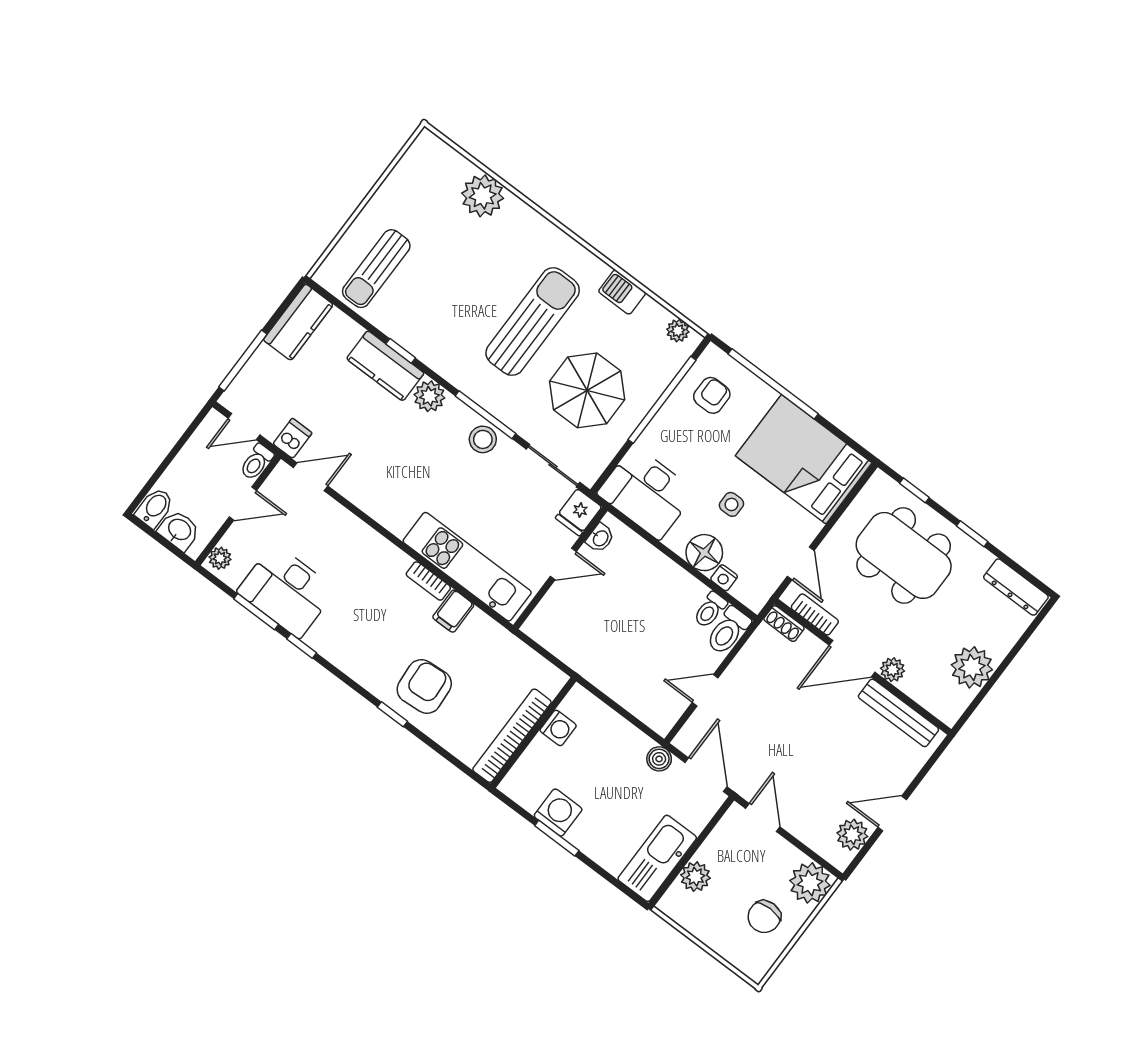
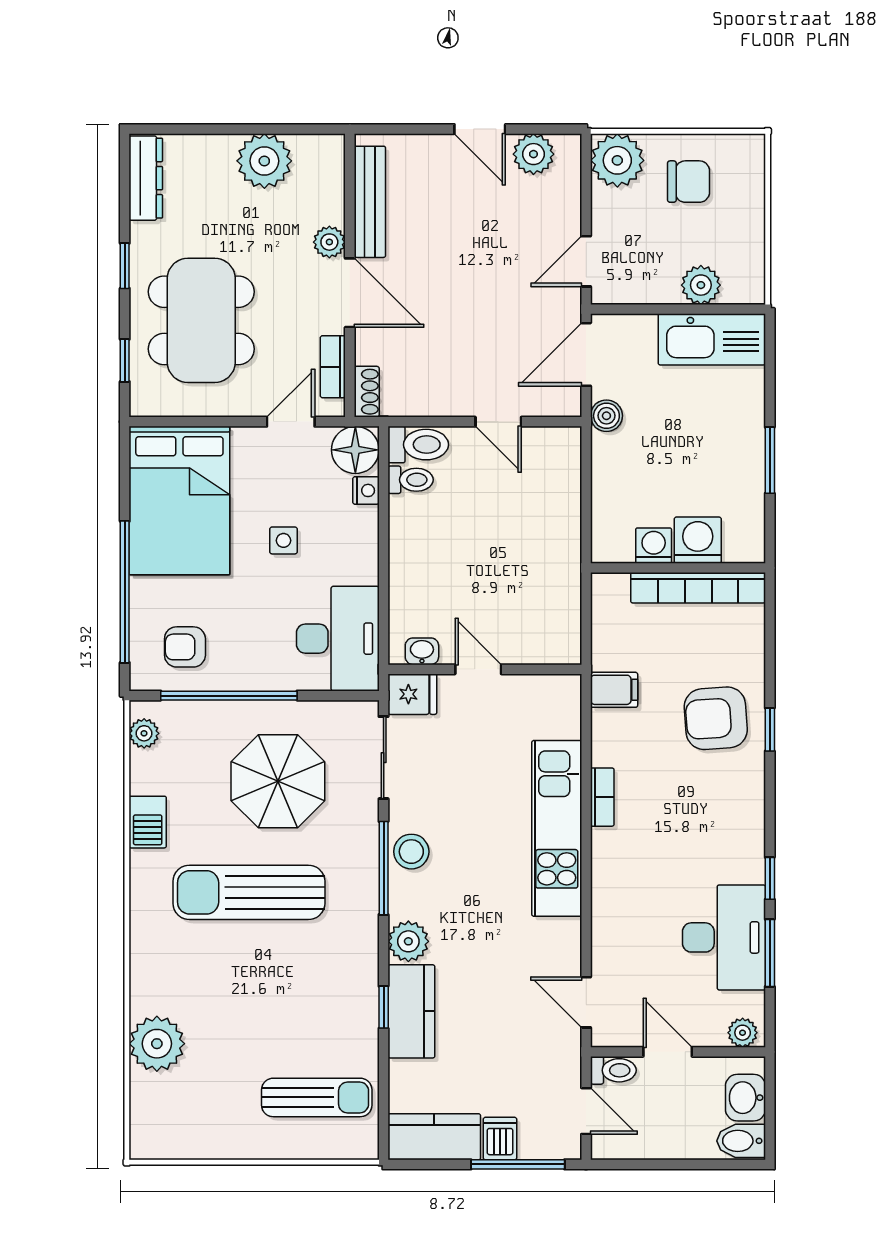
dishwasher: (292, 438) -> (500, 1139), moved, turned 90
floor lamp: (704, 553) -> (355, 450), moved
kitchen unit: (467, 567) -> (557, 828), moved
filing cabinet: (453, 611) -> (614, 690), moved
washing machine: (558, 813) -> (698, 540), moved, turned 90

